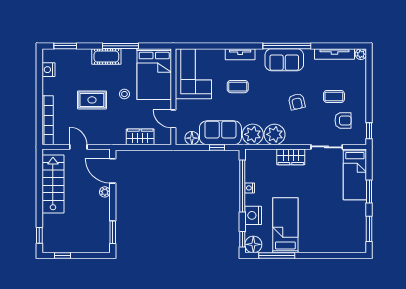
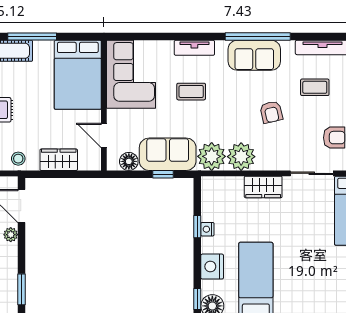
stool: (124, 94) -> (18, 159), moved
coffee table: (334, 96) -> (315, 87), moved
window: (242, 186) -> (197, 227), width x0.32

